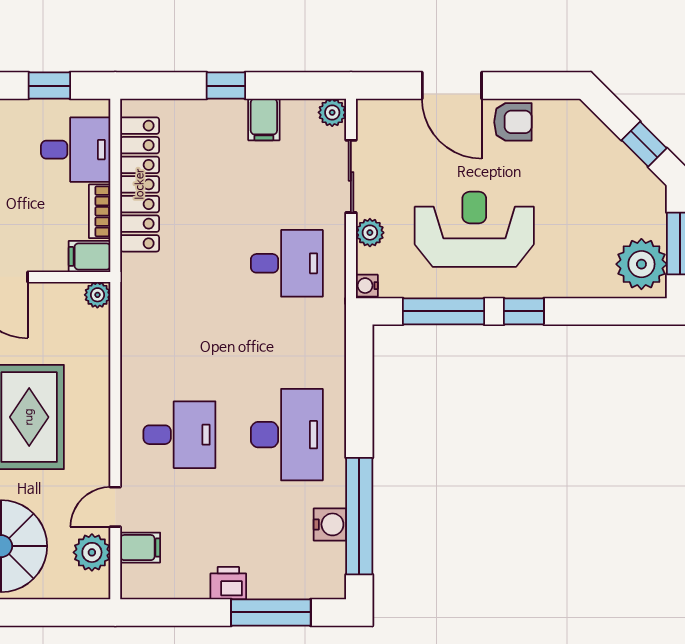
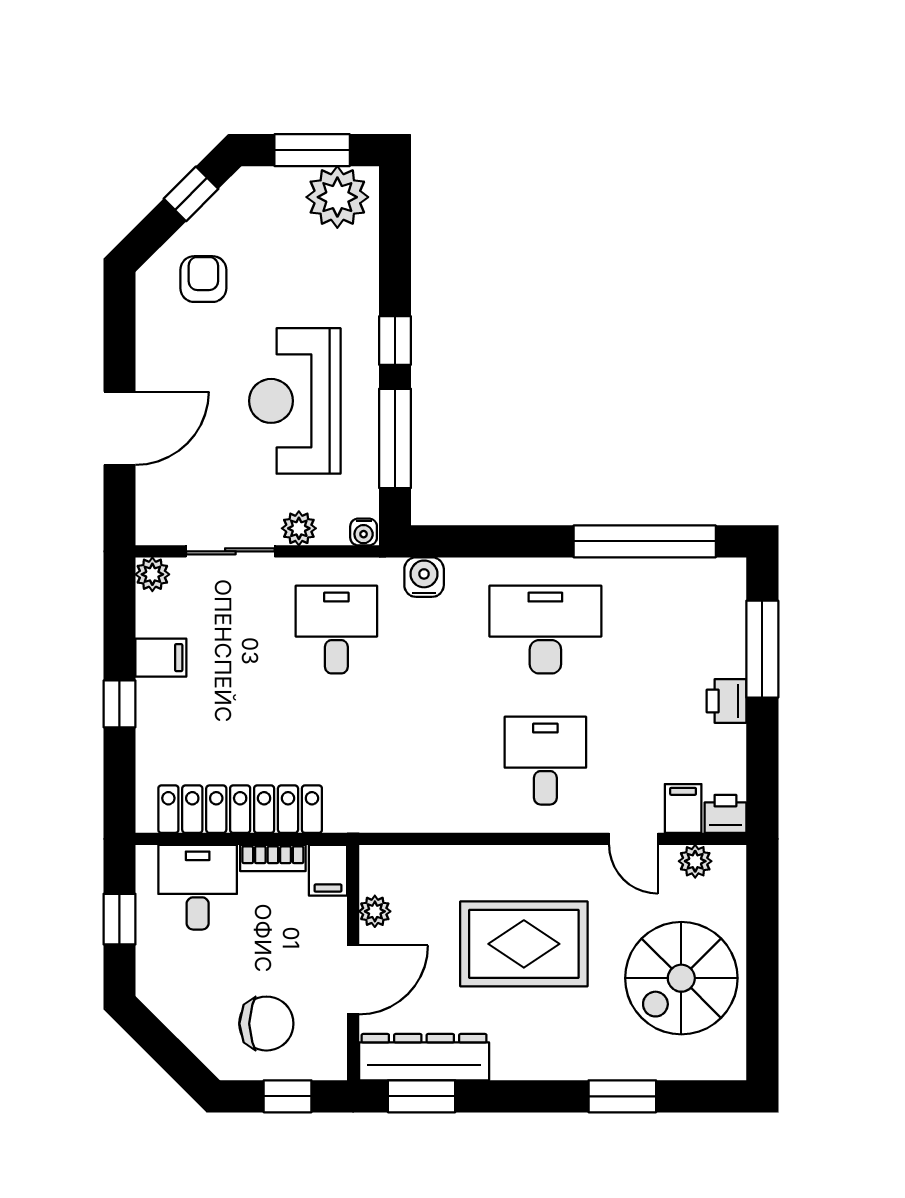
armchair: (513, 122) -> (203, 279), moved
plant: (97, 295) -> (375, 911), moved
water cooler: (330, 524) -> (424, 577), moved
plant: (92, 552) -> (695, 861), width x0.73, depth x0.73
printer: (136, 582) -> (725, 814), added

